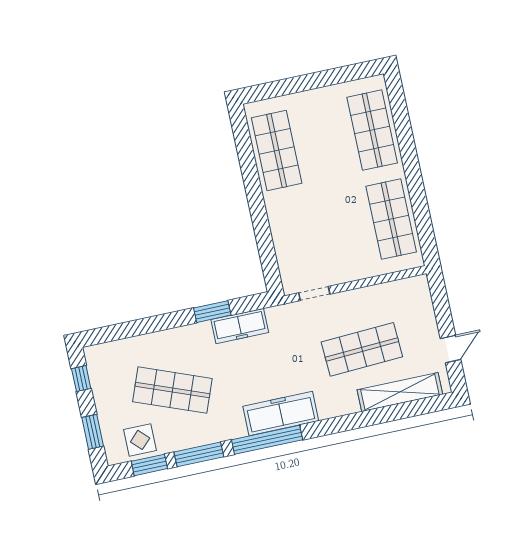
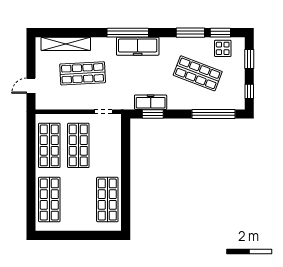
shop shelf: (343, 229) -> (78, 145), added
window: (212, 312) -> (153, 114), moved
window: (132, 329) -> (213, 114), added
door: (451, 349) -> (31, 86), moved
window: (267, 440) -> (128, 33), moved

